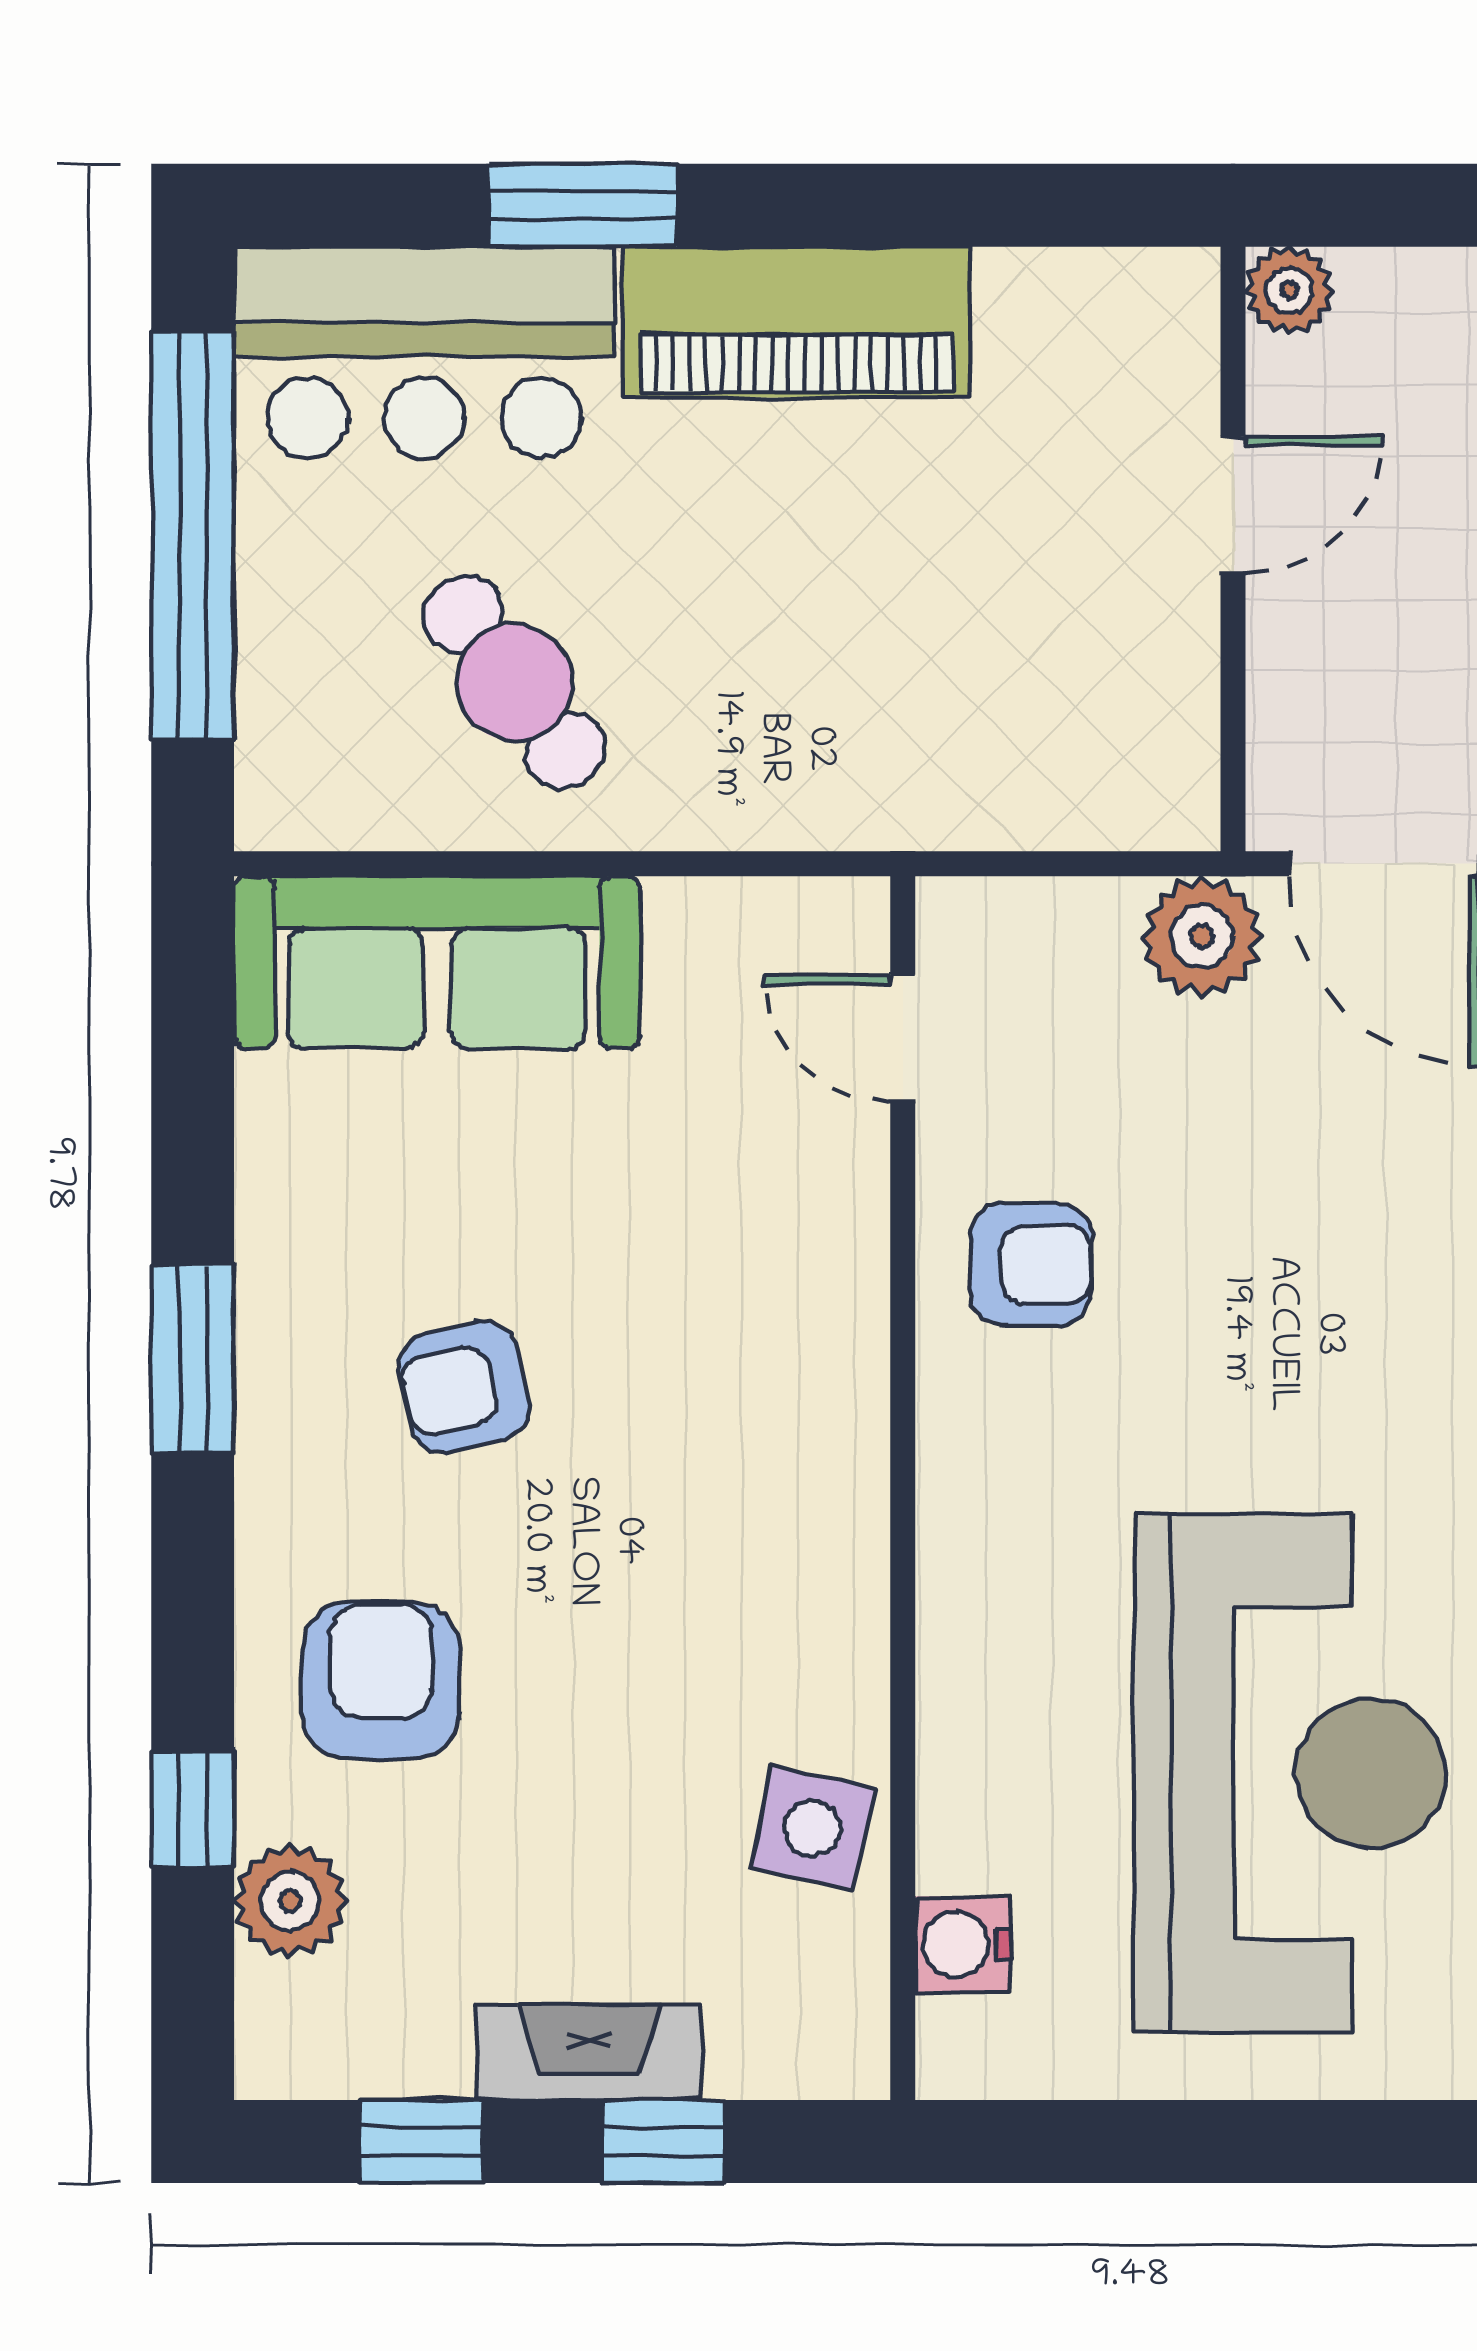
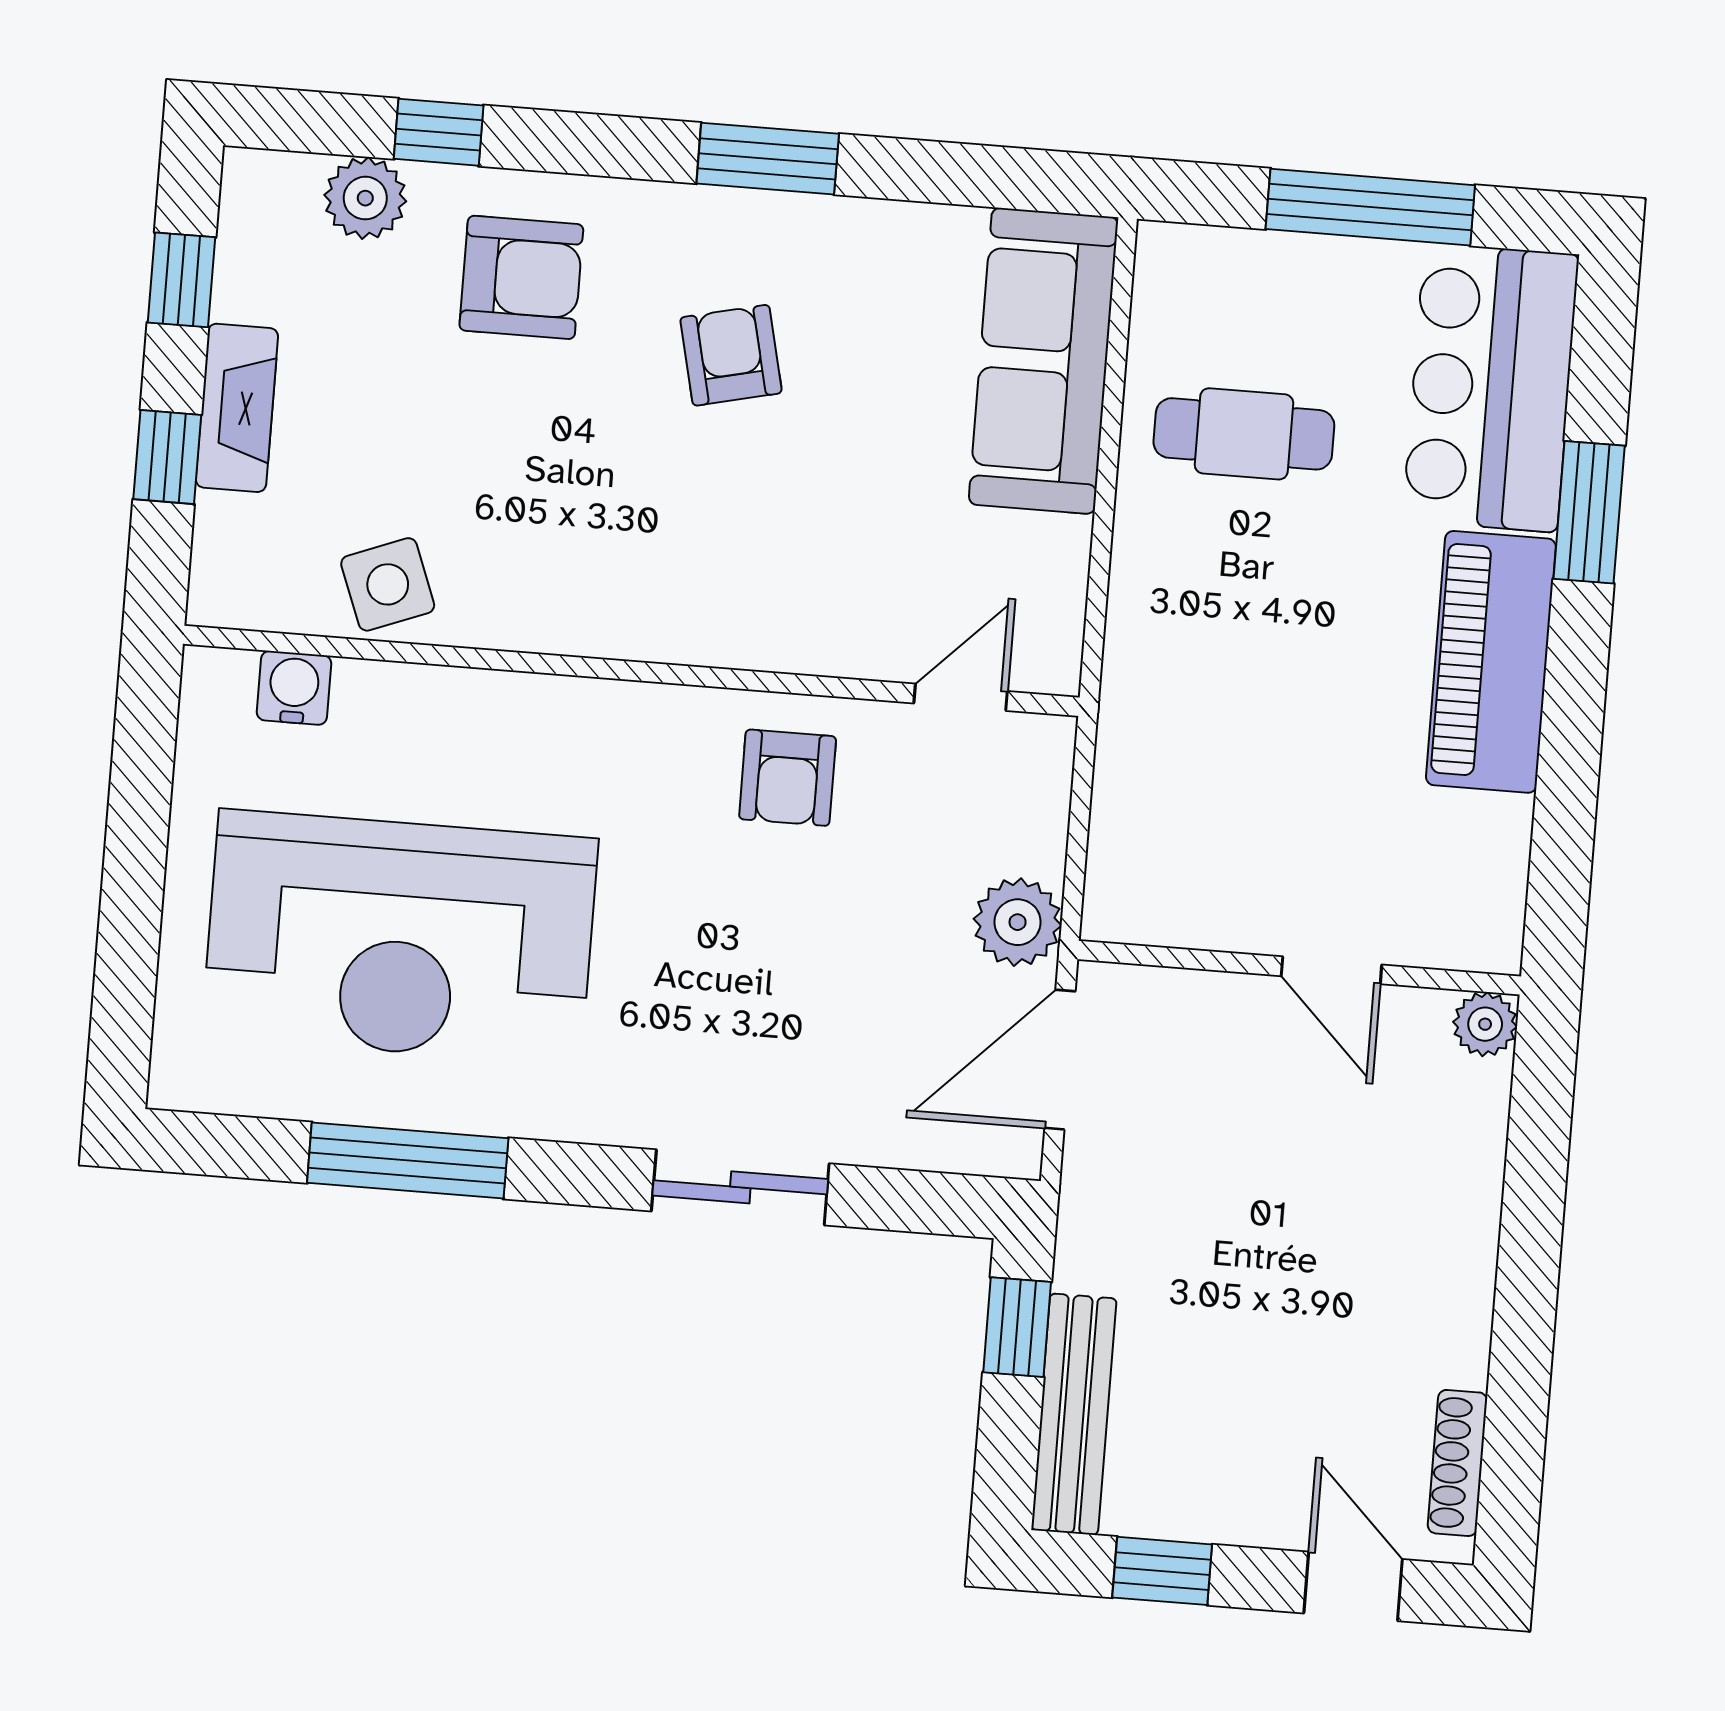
window: (193, 535) -> (1370, 207), width x0.68
cafe table: (514, 682) -> (1244, 434), turned 37
side table: (812, 1828) -> (388, 584), turned -33

